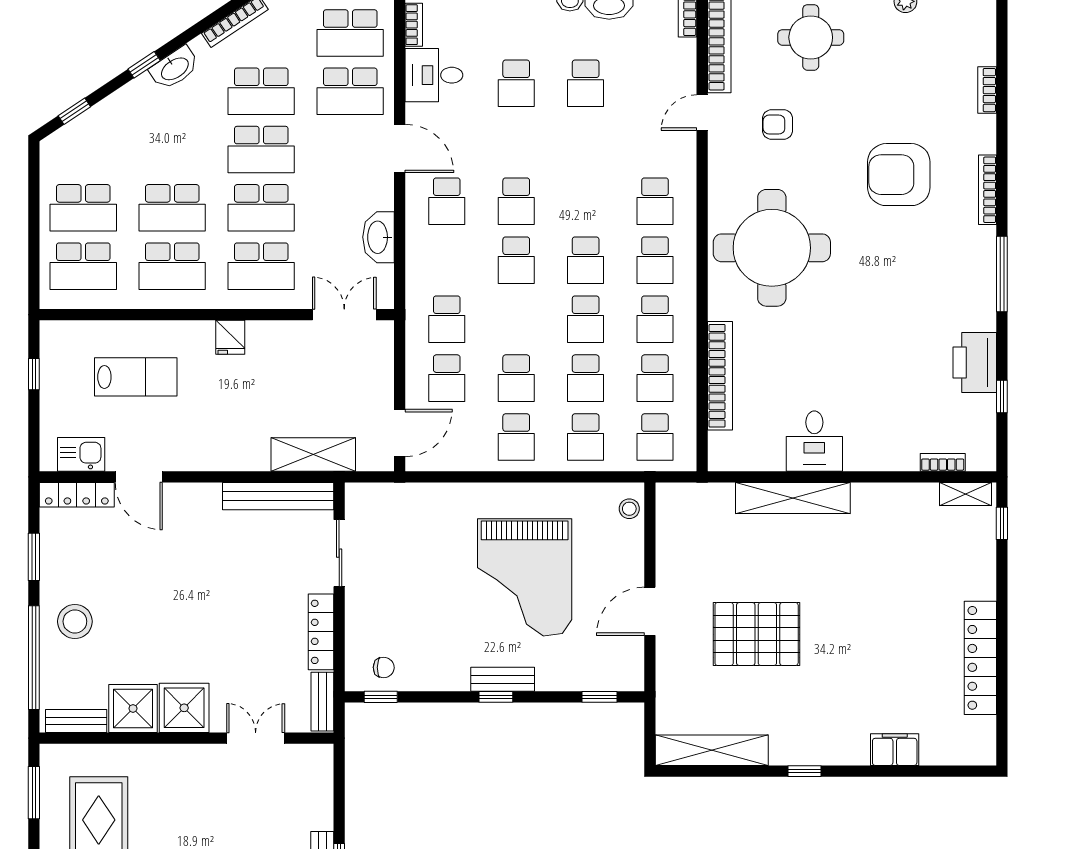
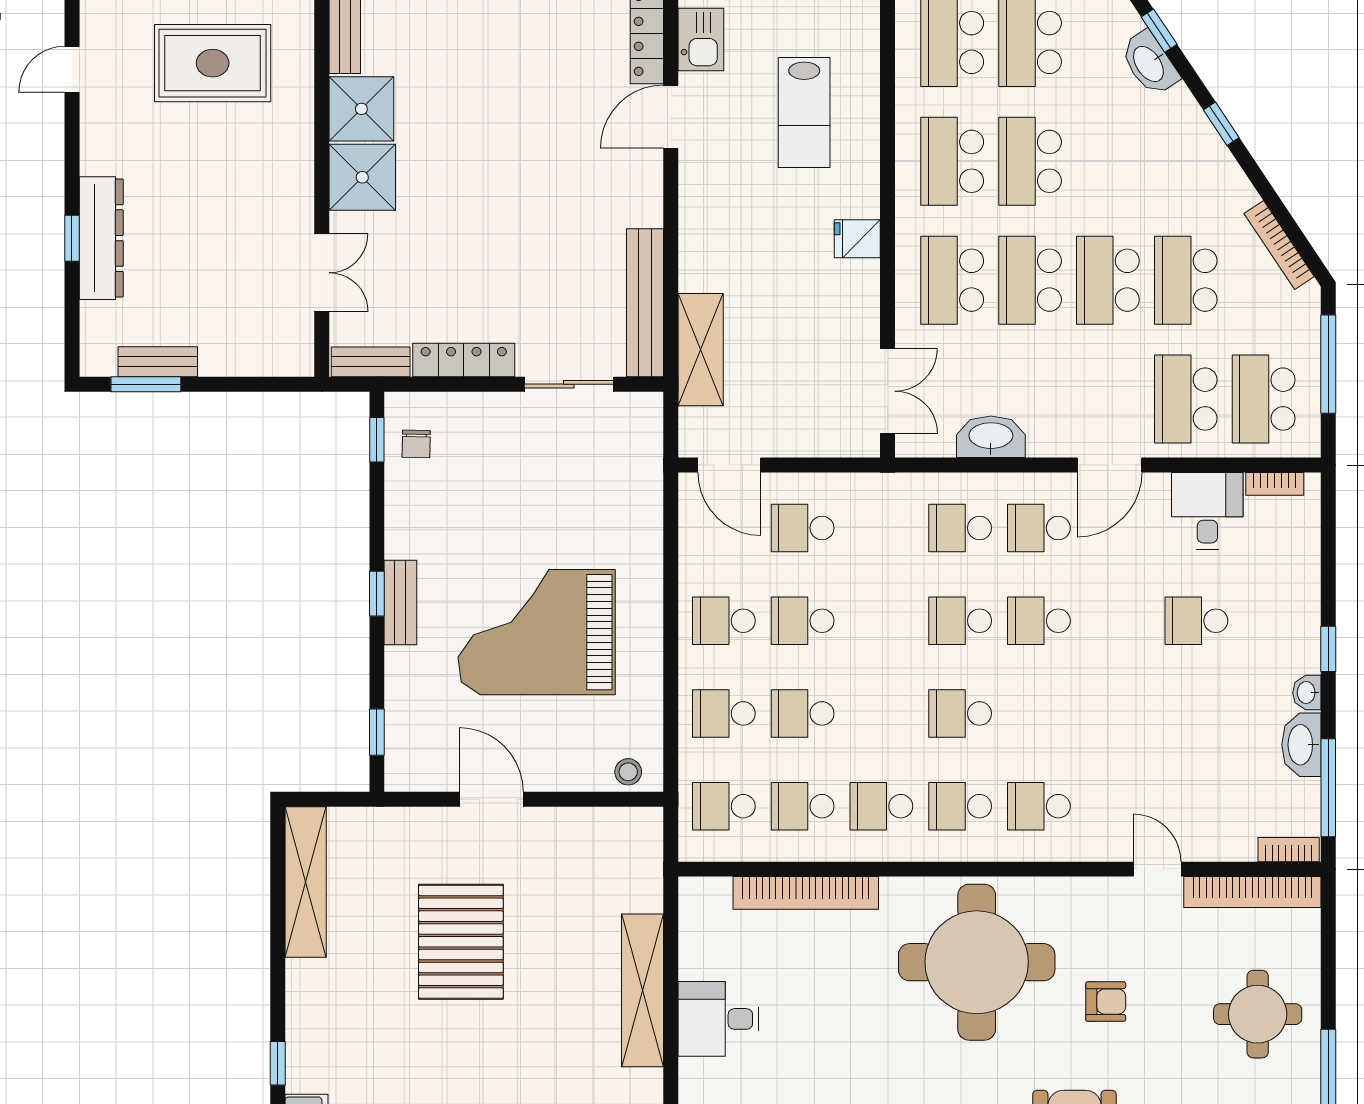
washbasin: (174, 68) -> (1149, 63), moved
school desk: (586, 83) -> (1196, 713), removed
armchair: (778, 124) -> (1106, 1002), moved, turned 90
school desk: (447, 319) -> (960, 528), moved
school desk: (586, 319) -> (881, 713), removed
stool: (75, 621) -> (478, 31), removed
window: (805, 771) -> (278, 1063), moved

